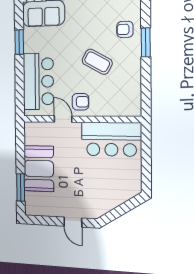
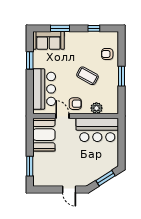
window: (146, 42) -> (122, 76), moved
plant: (110, 108) -> (96, 108), added
booth: (39, 169) -> (44, 135), moved
window: (123, 209) -> (105, 178), added

